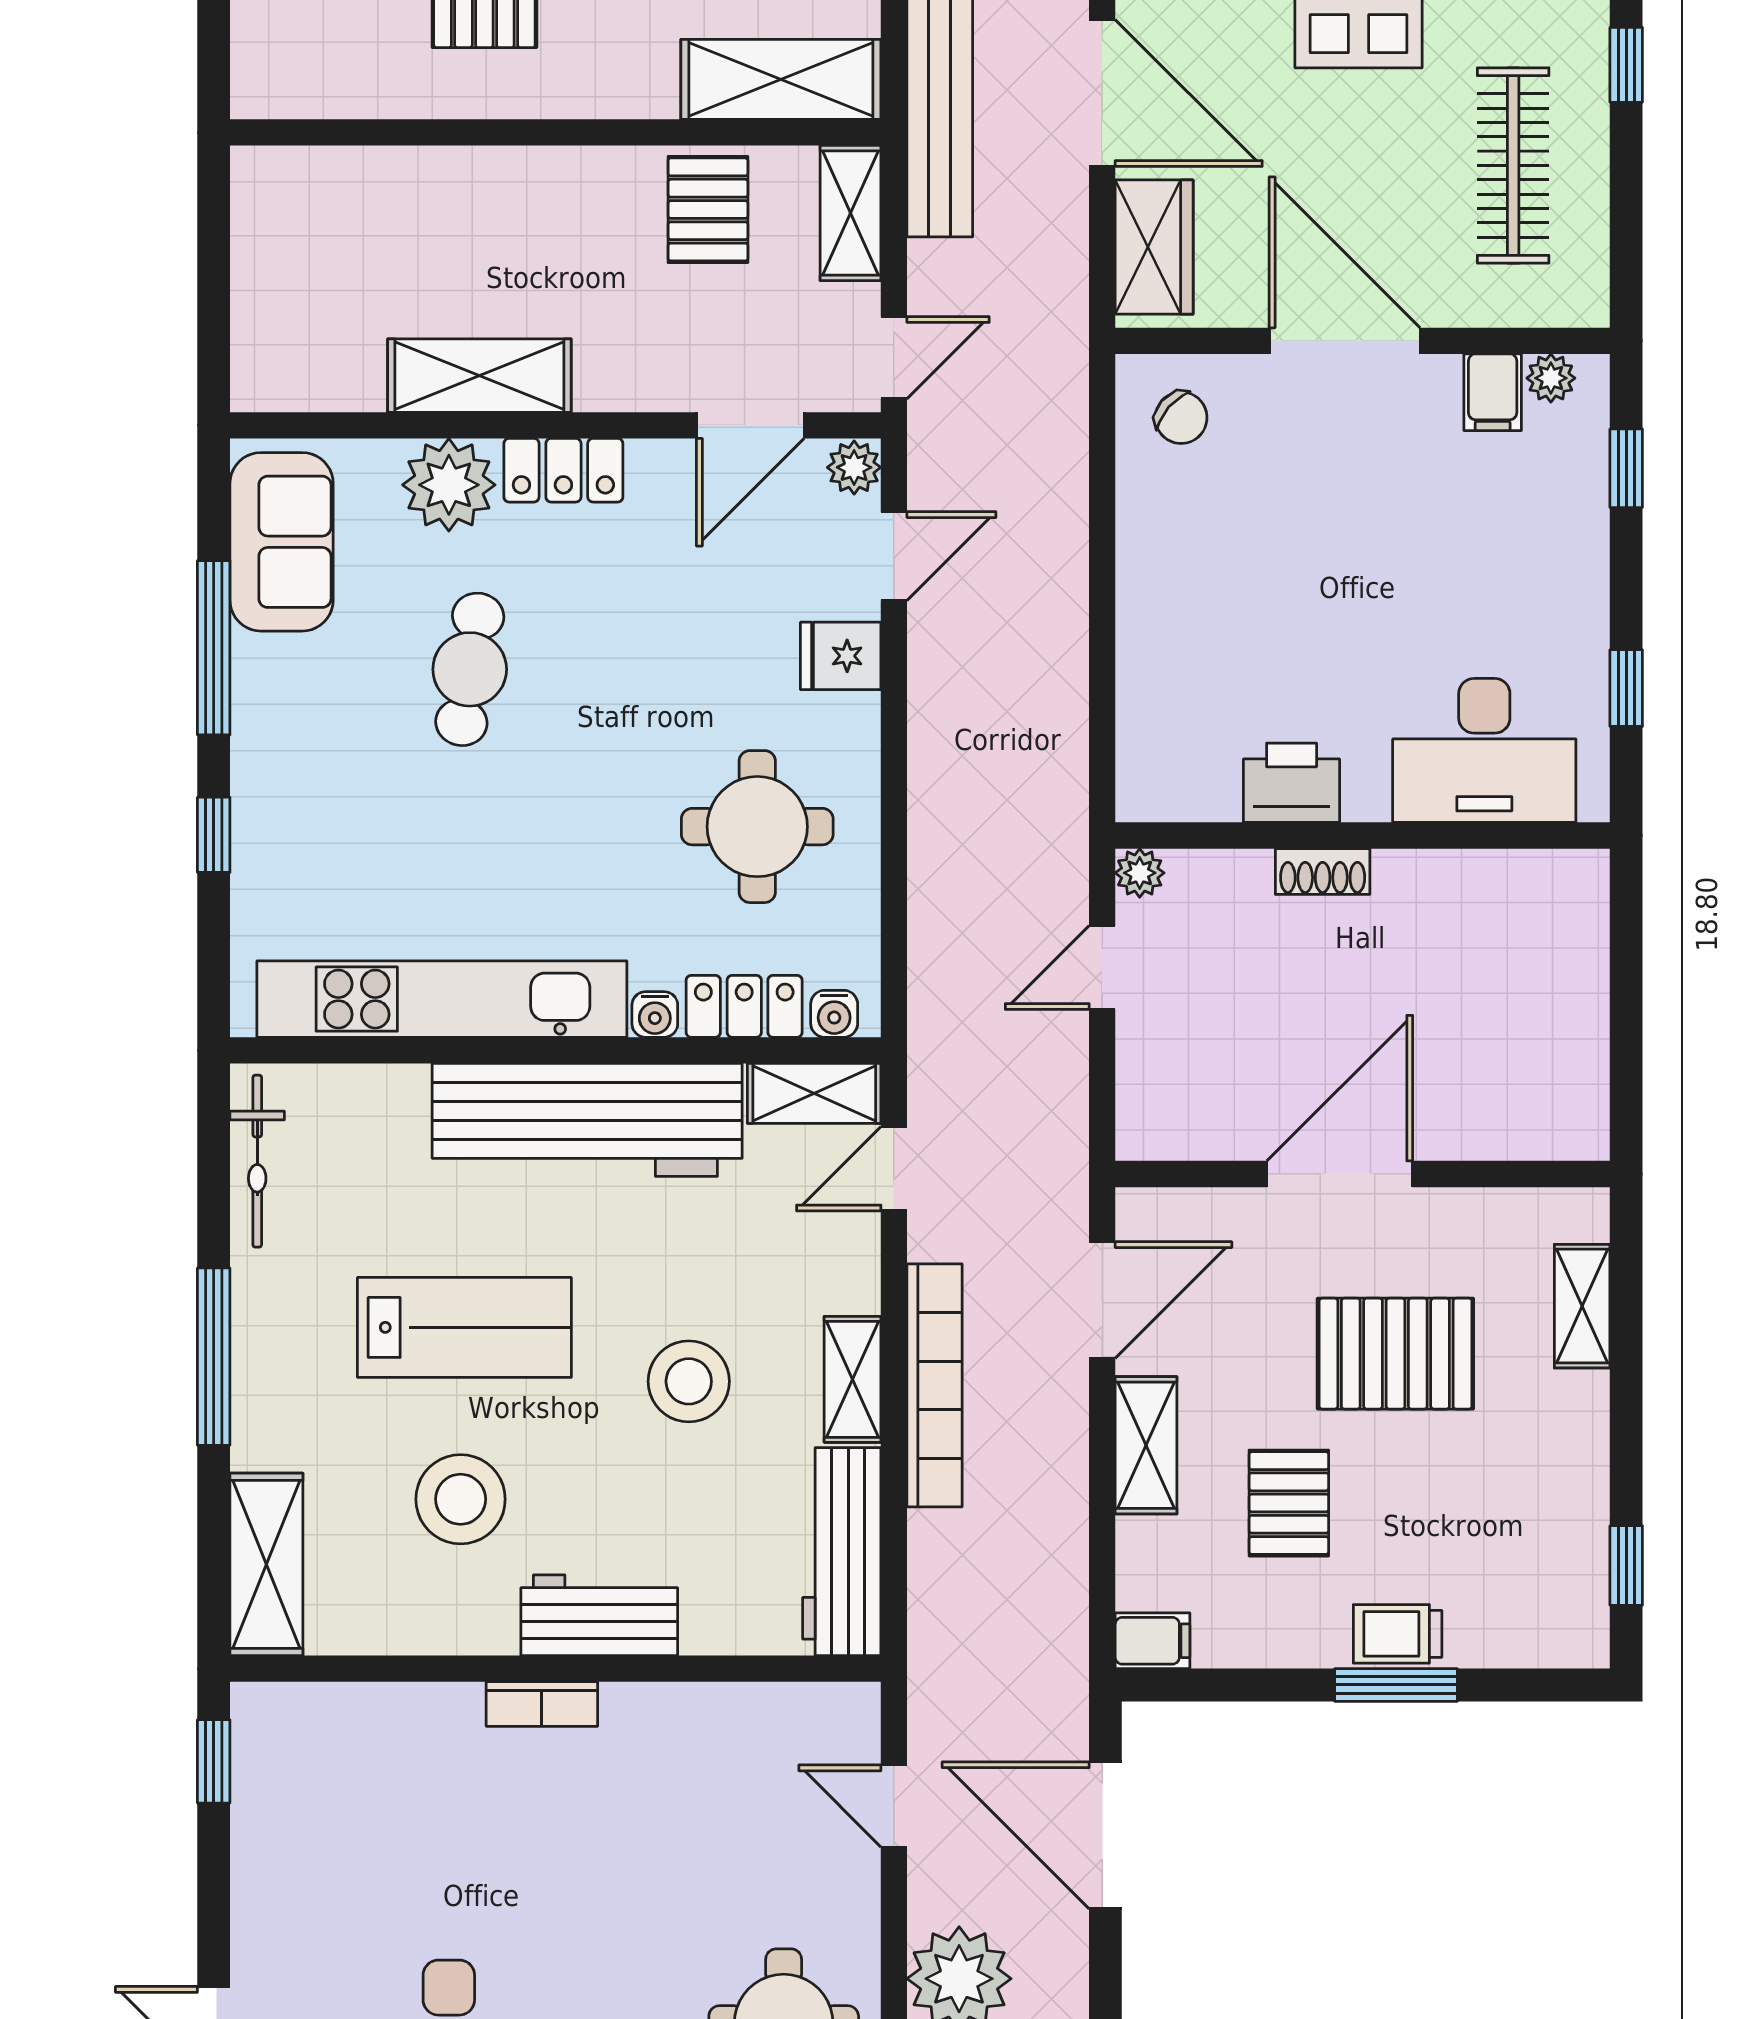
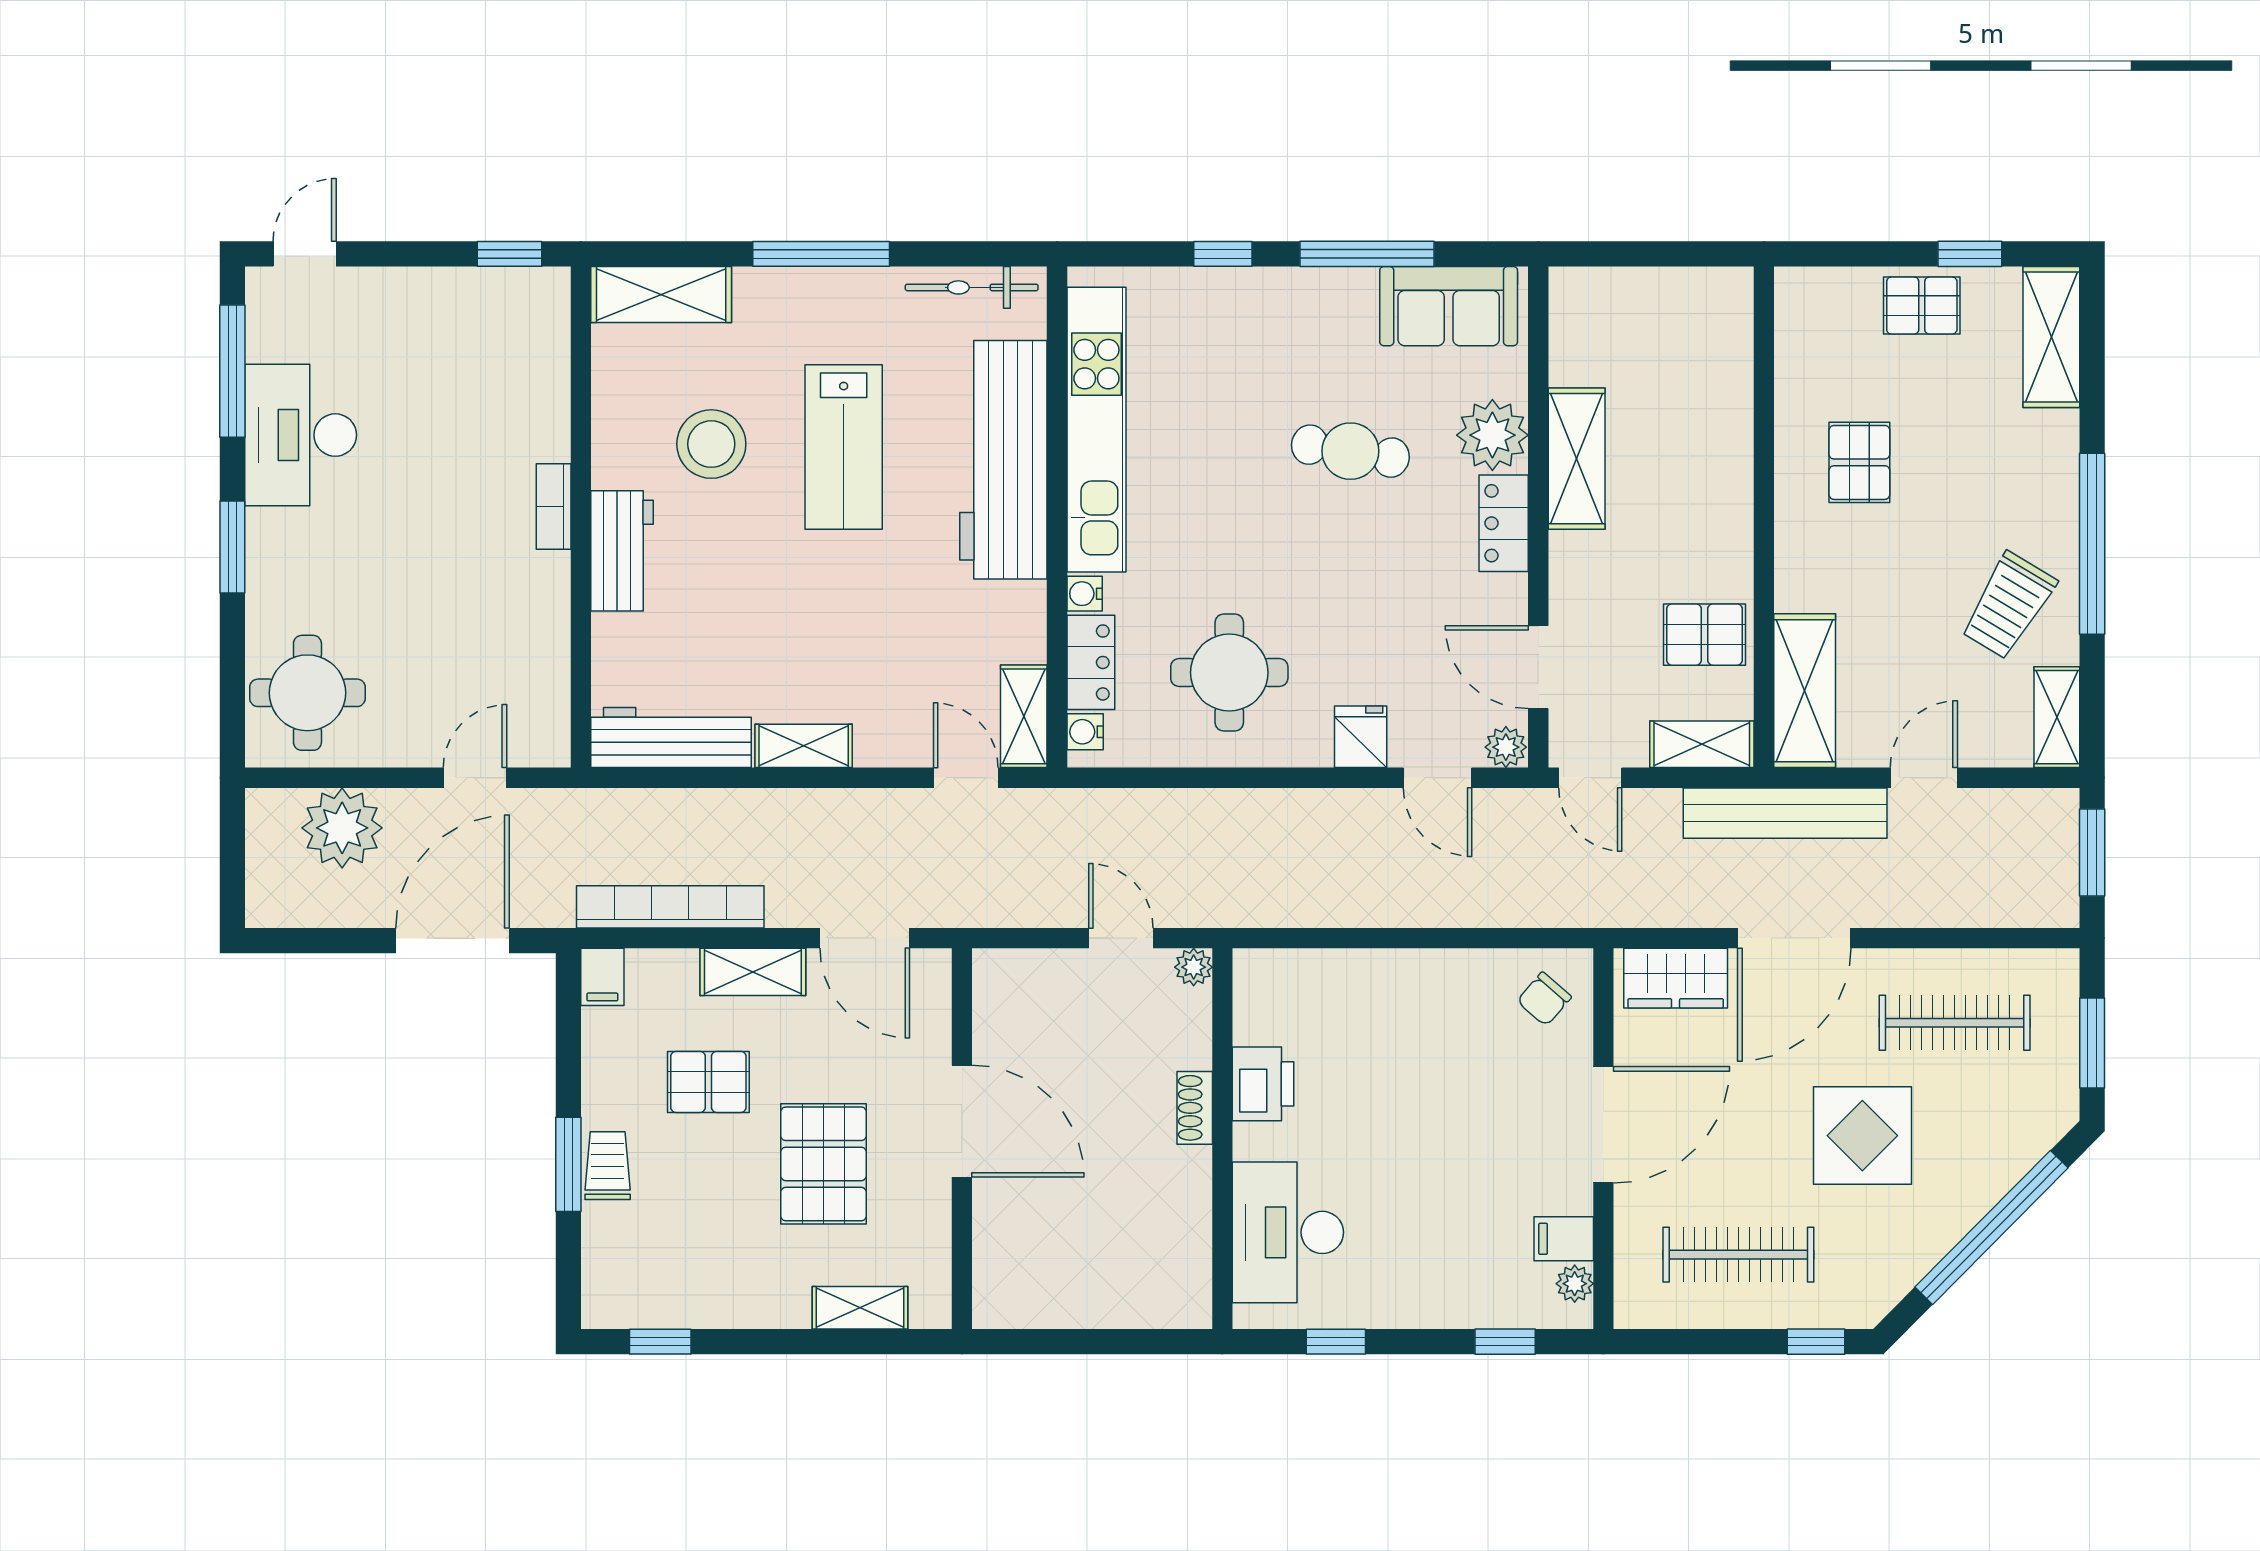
workbench: (587, 1120) -> (1003, 460), moved
stool: (689, 1381) -> (802, 620), removed
bookcase: (935, 1385) -> (670, 907), moved, turned 180

